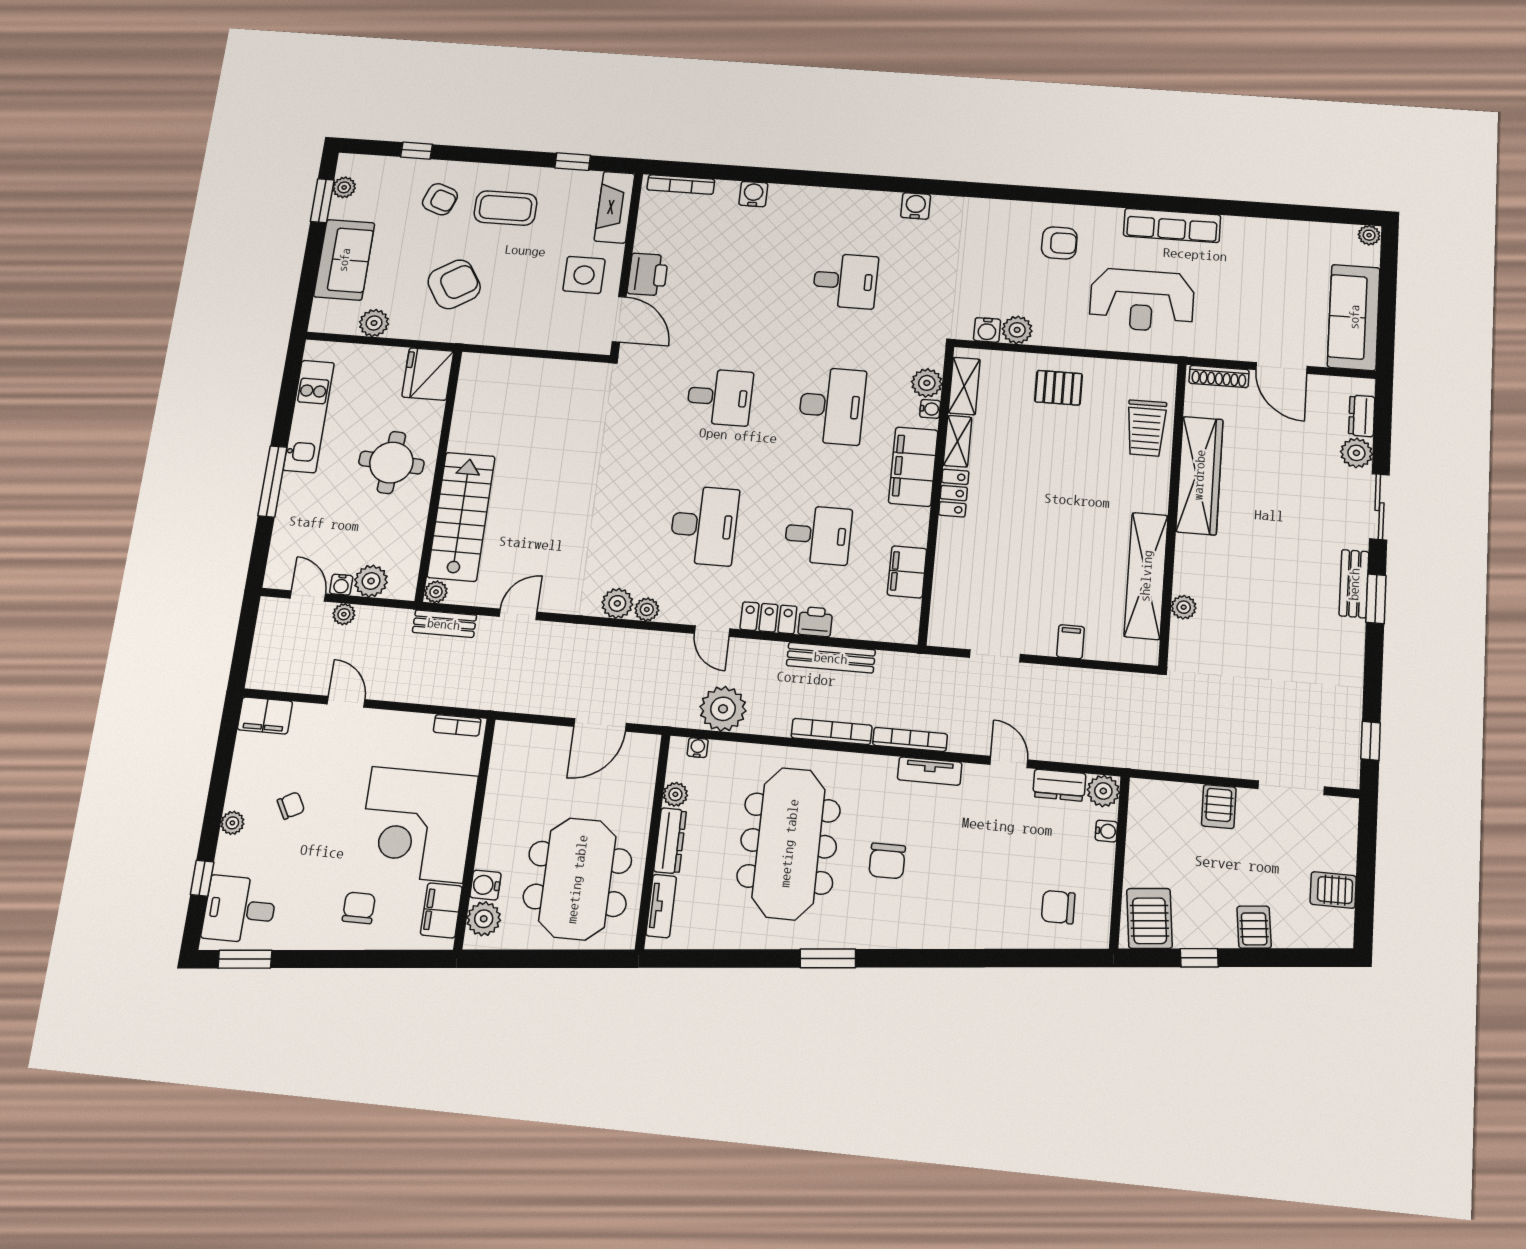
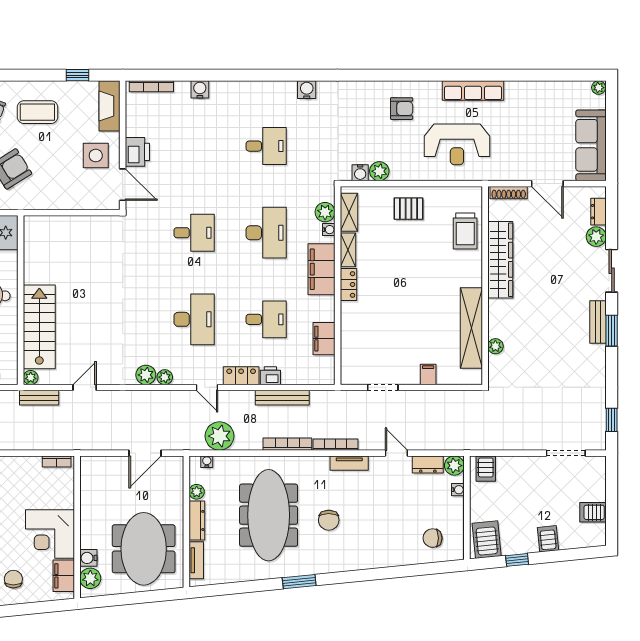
server rack: (1219, 807) -> (486, 469), moved
corner desk: (417, 824) -> (50, 534), width x0.74, depth x0.74

